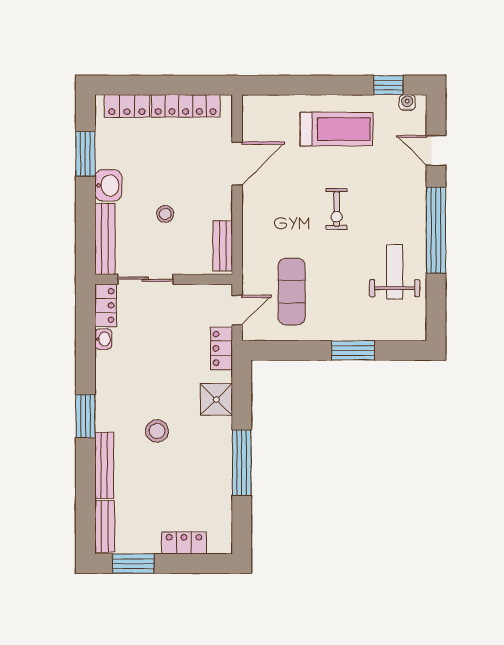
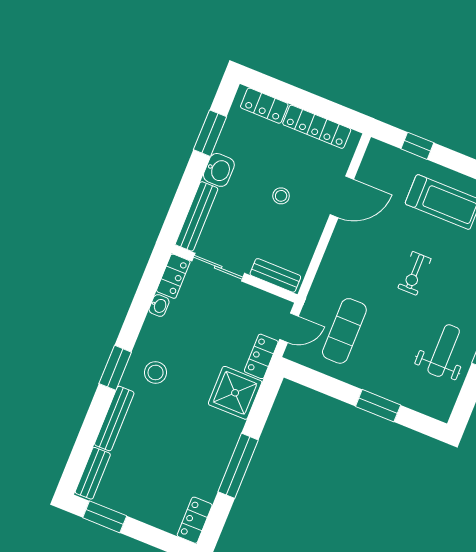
window: (290, 85) -> (417, 146), added
stool: (165, 214) -> (281, 196), moved
bench: (223, 246) -> (275, 275), moved, turned 90
shower: (216, 399) -> (235, 393), width x1.36, depth x1.36
stool: (157, 431) -> (156, 372), moved
locker: (184, 543) -> (195, 520), moved, turned -90

